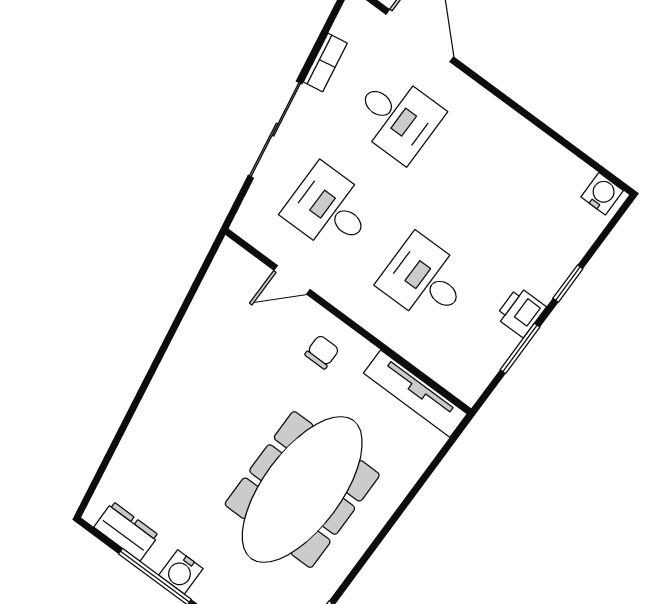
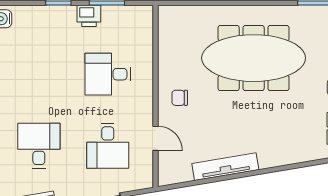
desk: (424, 279) -> (108, 74), turned 90
tv unit: (415, 394) -> (225, 167), moved, turned -99

